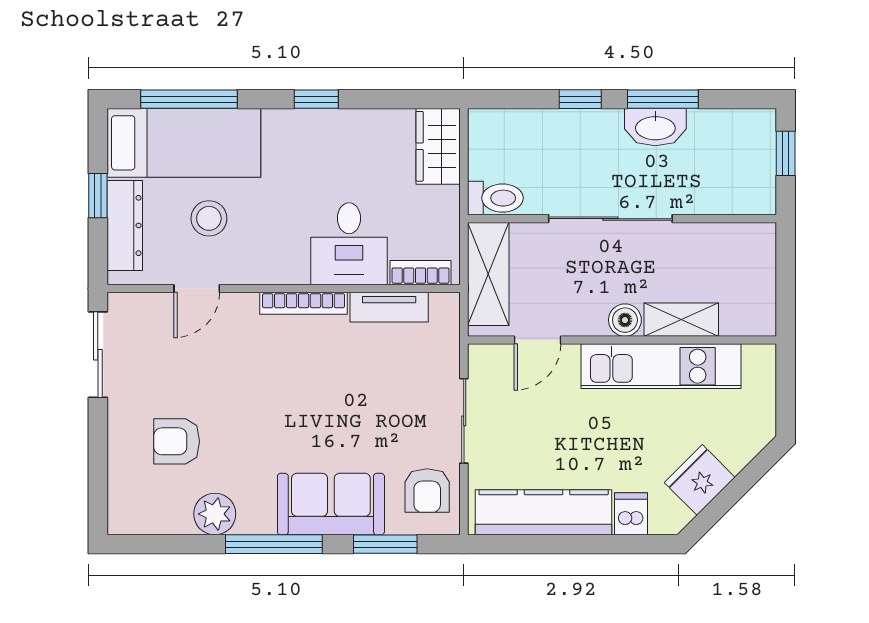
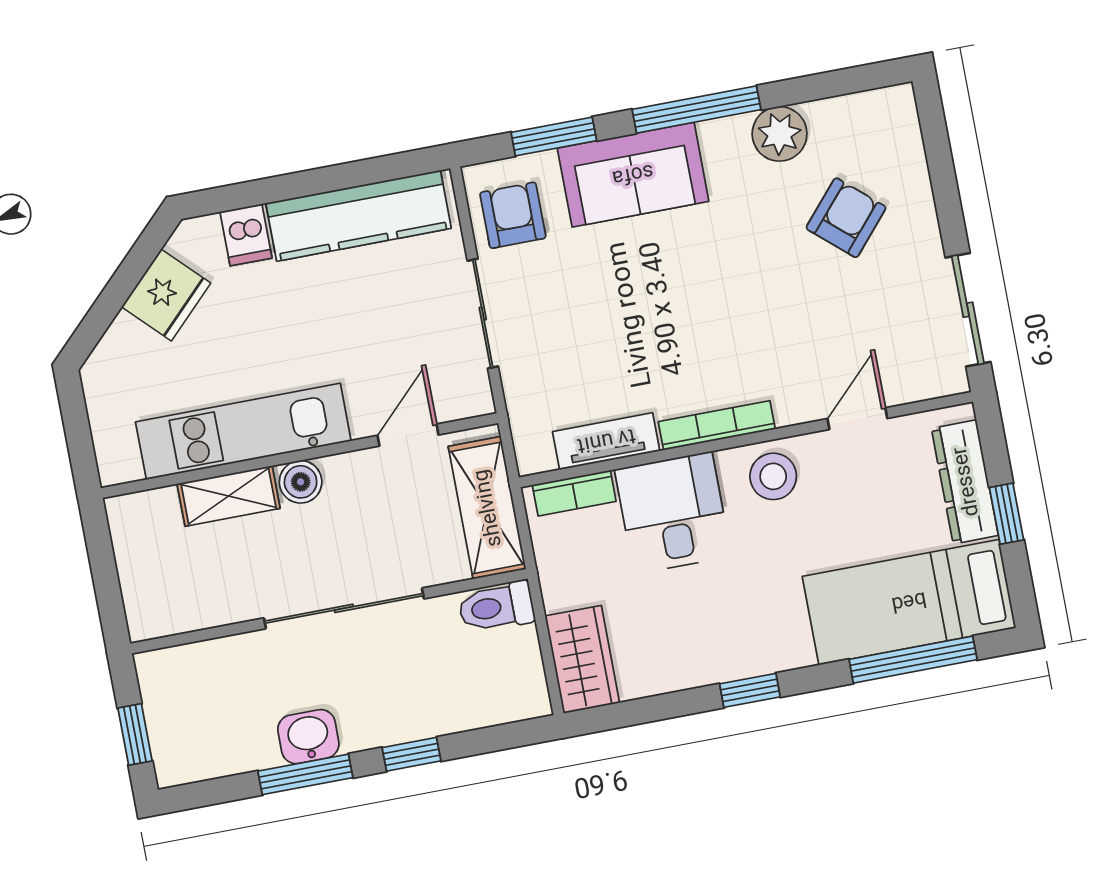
washbasin: (655, 127) -> (308, 737), width x0.72
stool: (209, 218) -> (773, 476), moved
armchair: (177, 441) -> (846, 218), turned -49

